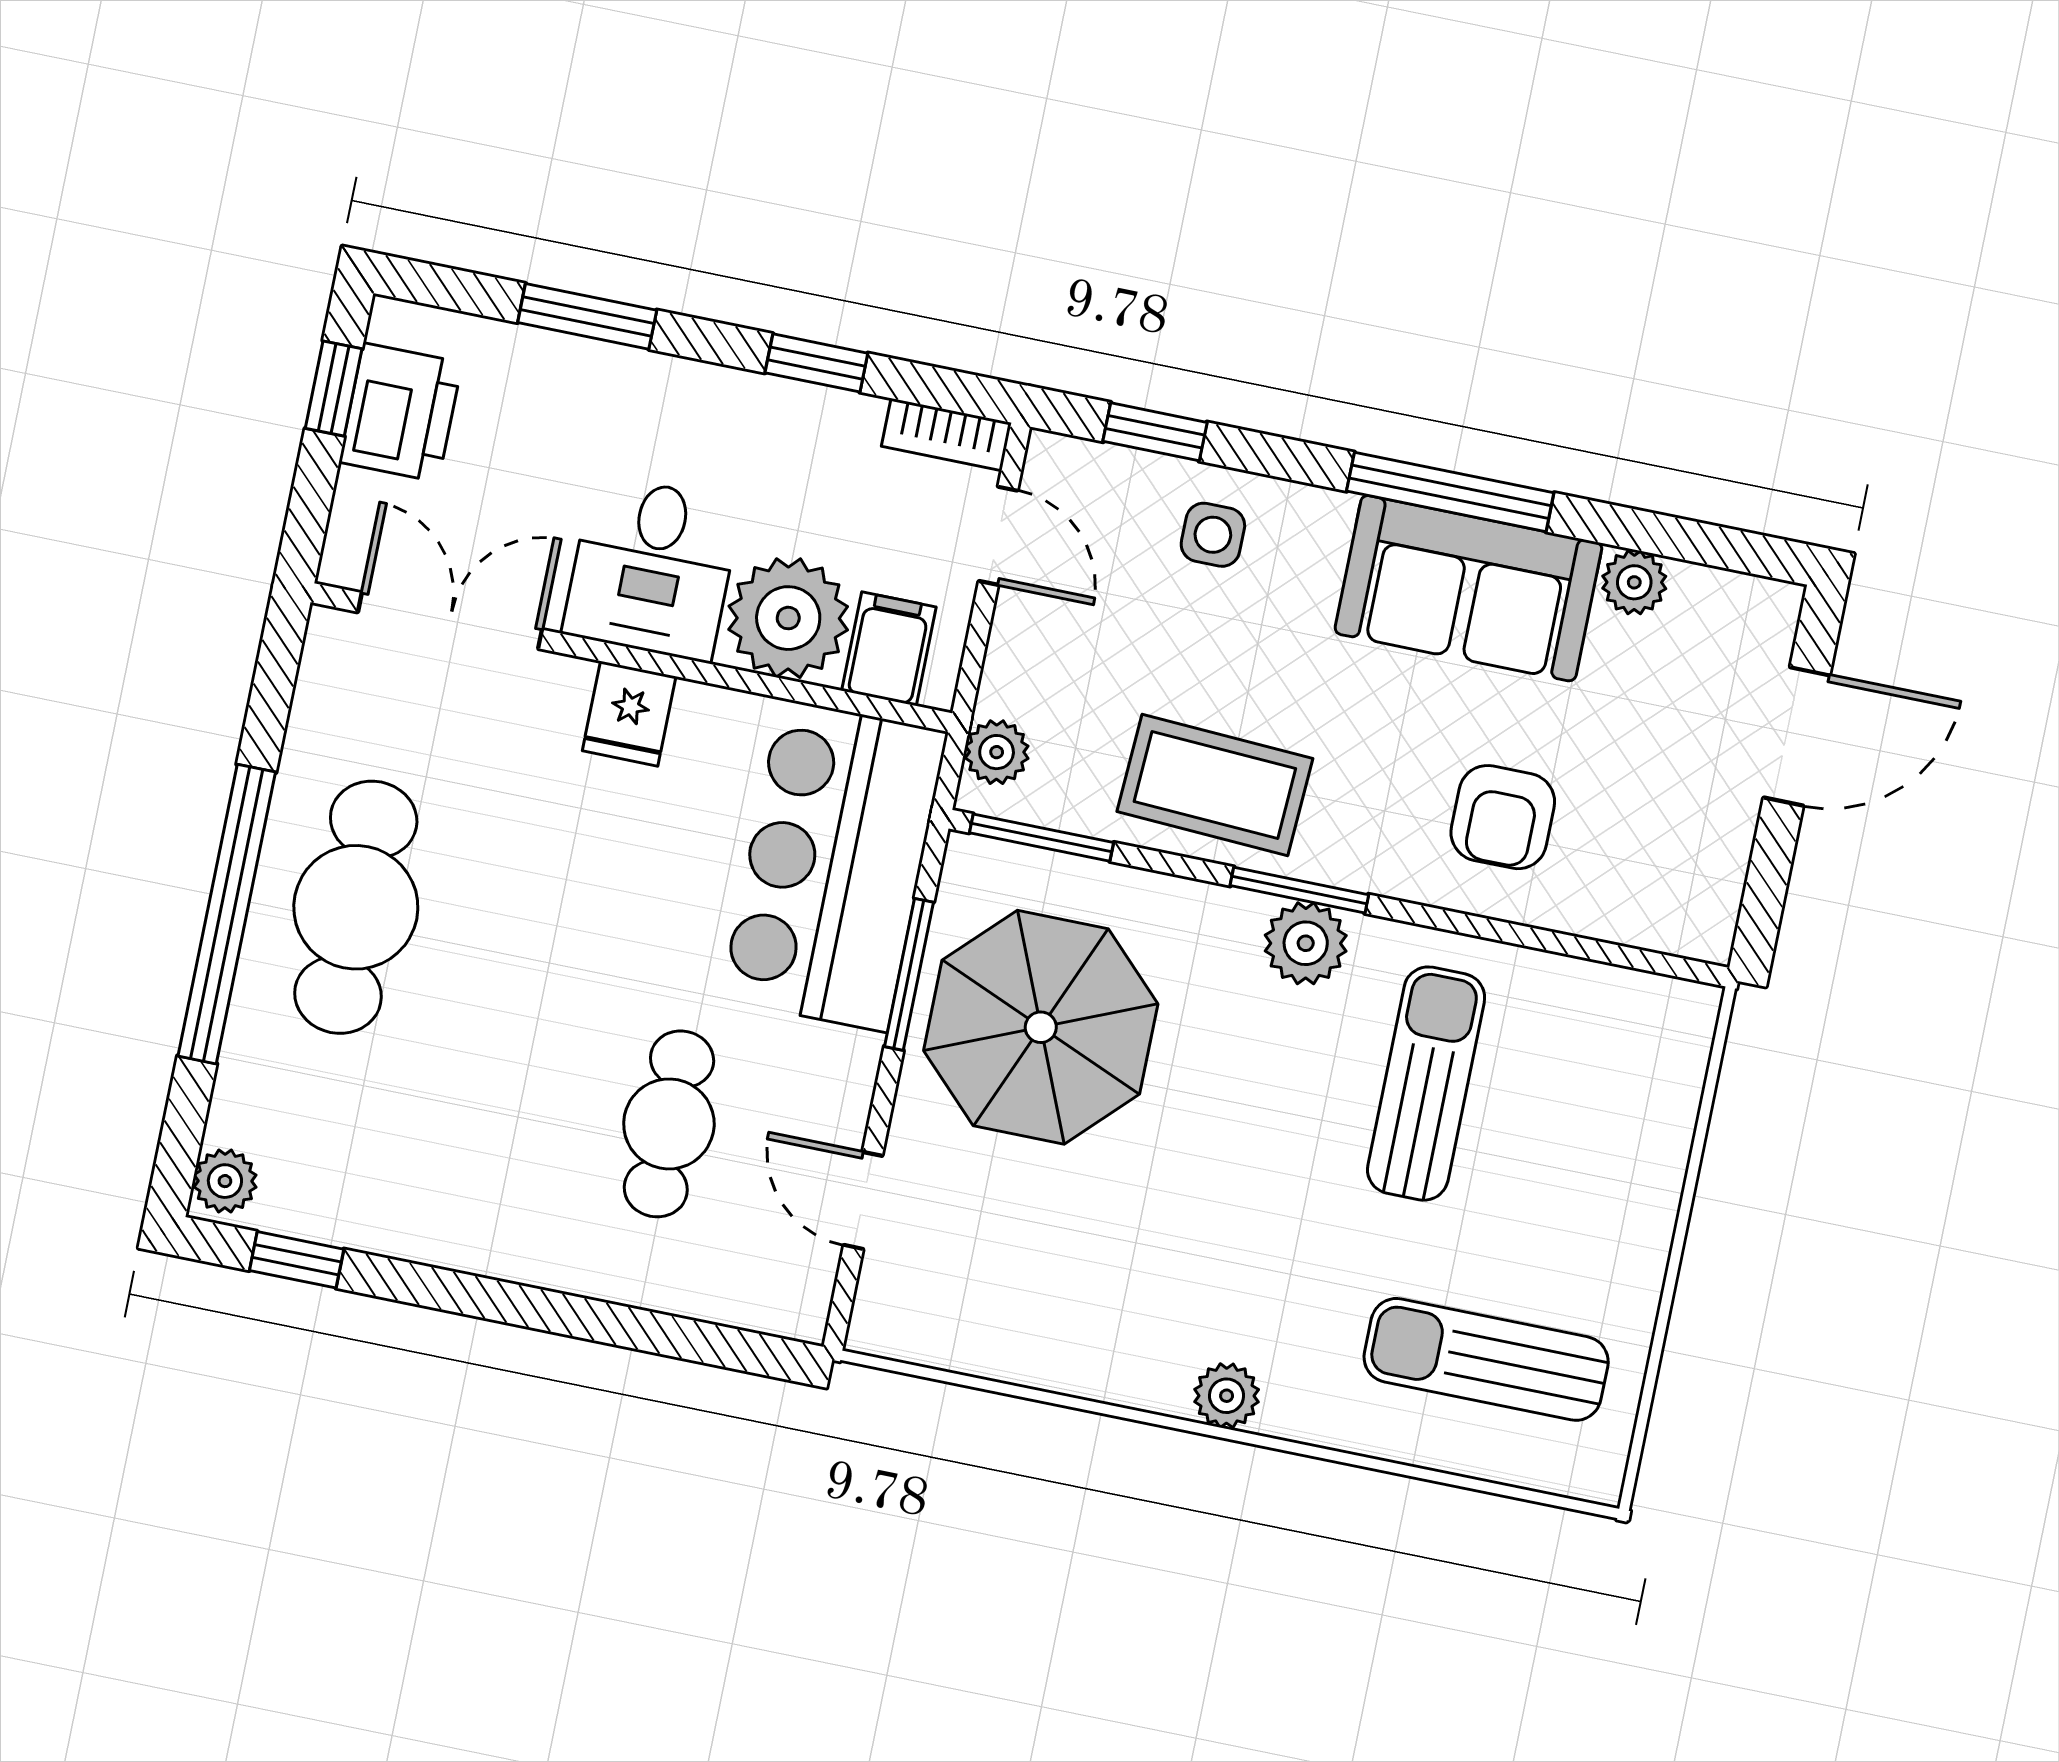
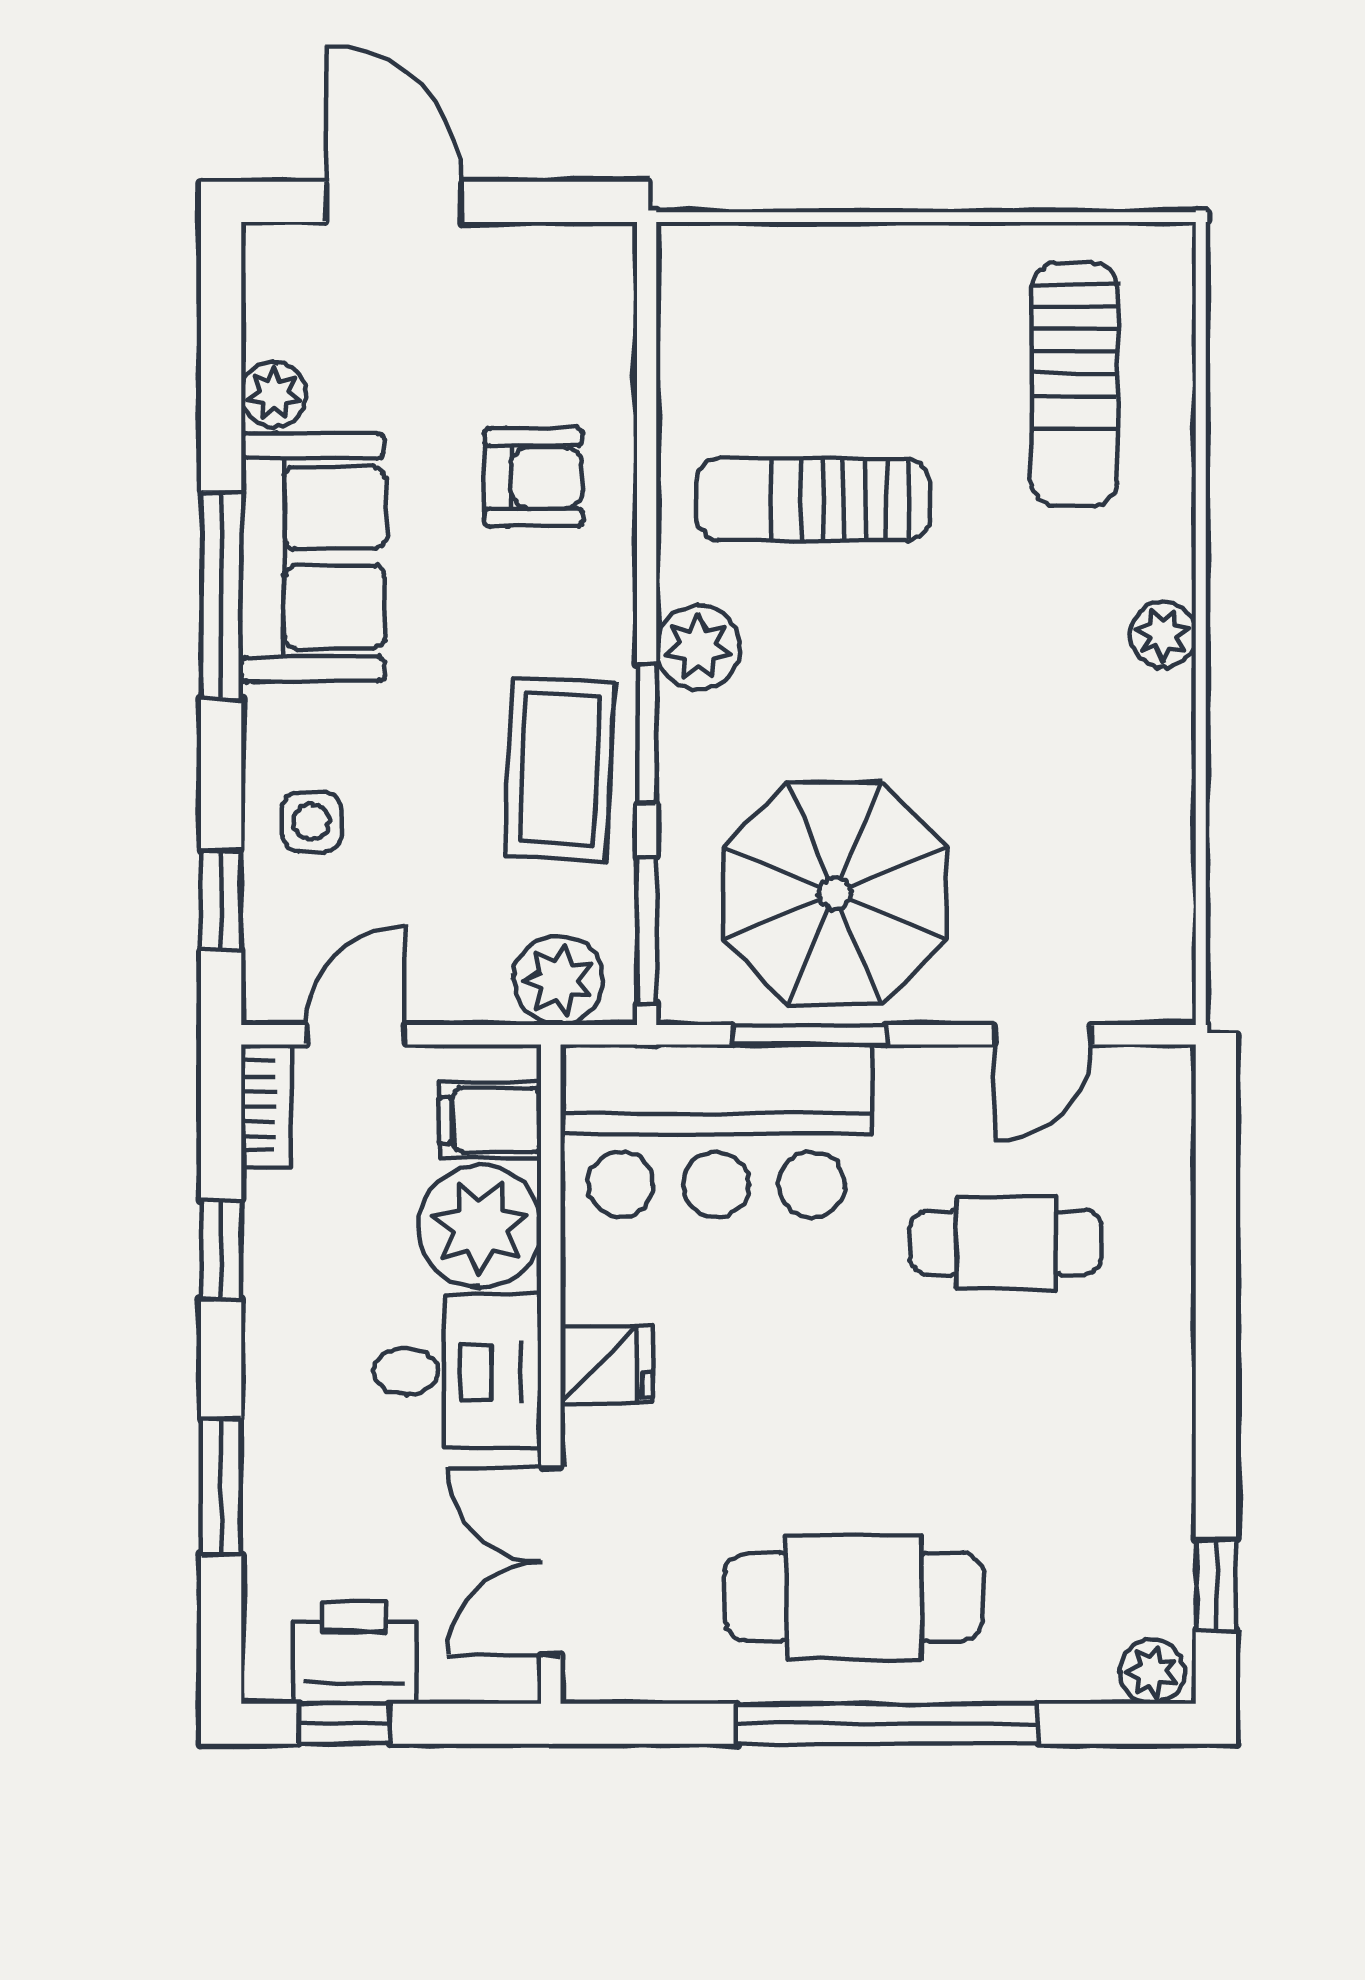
plant: (997, 752) -> (559, 980), width x1.38, depth x1.38
window: (1299, 890) -> (647, 733), moved

